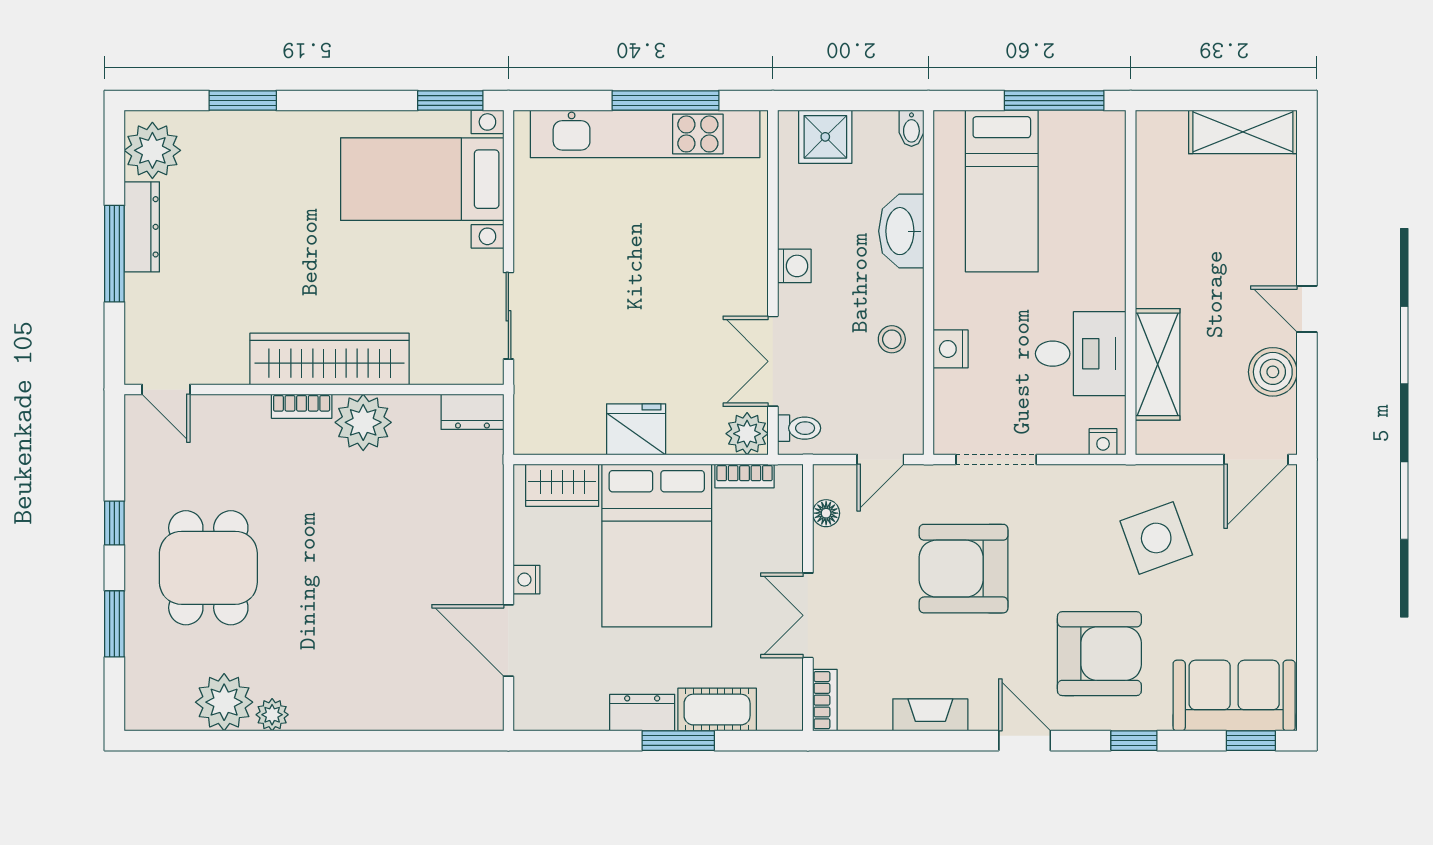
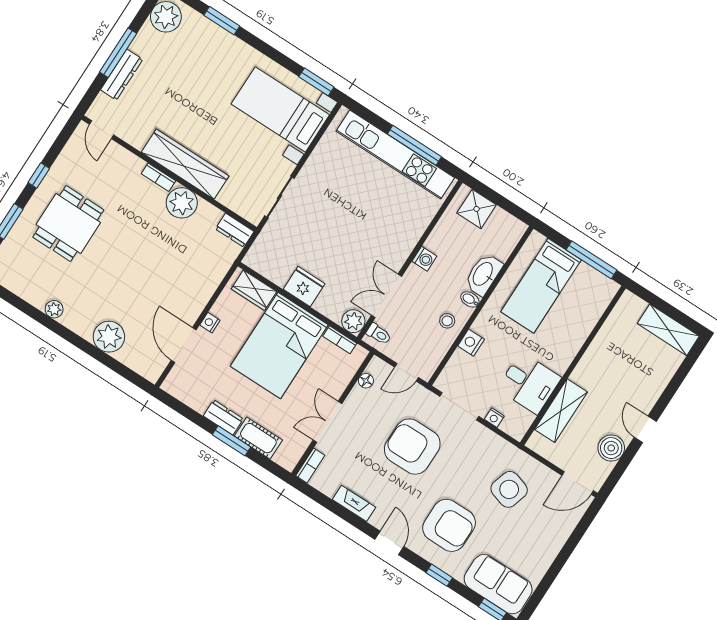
bidet: (911, 128) -> (470, 299), moved, turned 90
dresser: (142, 227) -> (122, 75), moved
nightstand: (1103, 442) -> (494, 418), moved
side table: (1156, 538) -> (509, 489), turned 37
plant: (224, 702) -> (109, 337), moved

